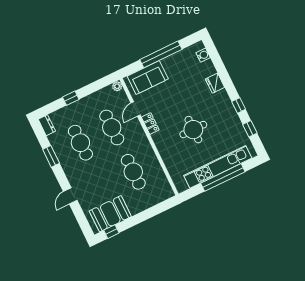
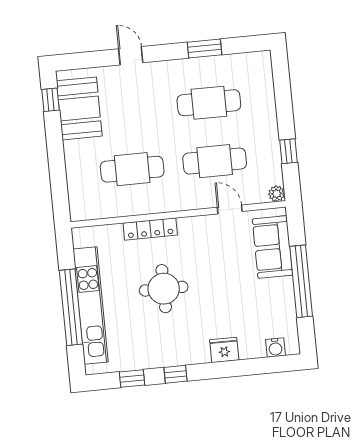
window: (71, 98) -> (288, 151), moved
locker: (150, 124) -> (150, 229), moved, width x1.53
dresser: (47, 125) -> (256, 60), removed

